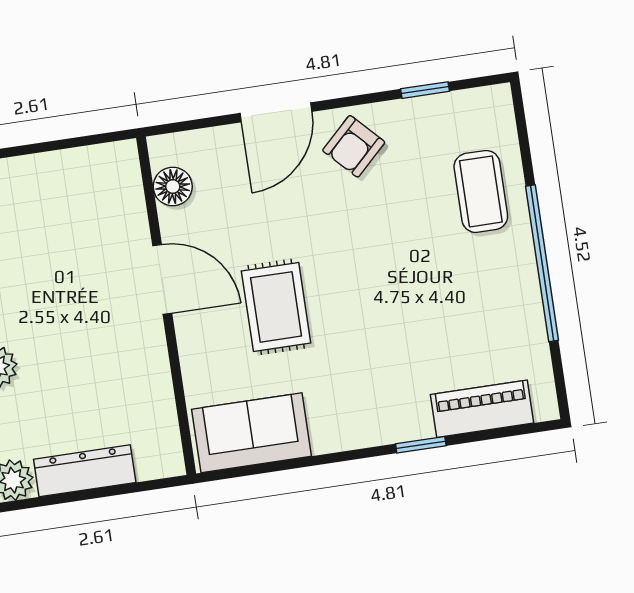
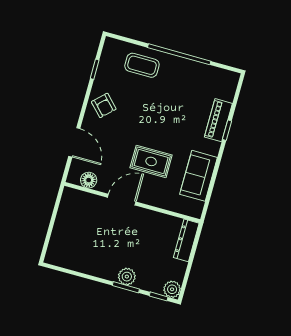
door: (276, 112) -> (74, 142), moved
piano: (482, 409) -> (218, 120), moved
sofa: (251, 433) -> (199, 176), moved
dresser: (85, 471) -> (186, 240), moved

